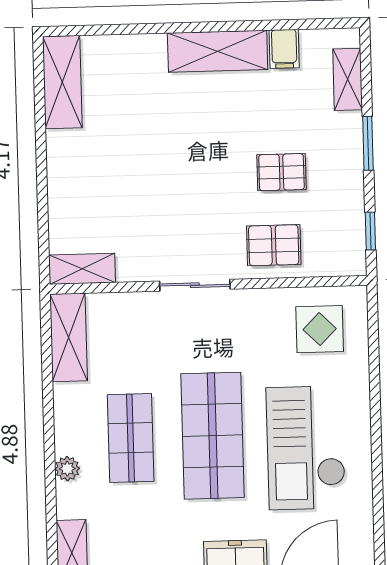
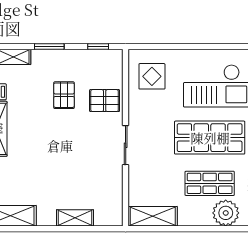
pallet: (274, 245) -> (105, 101), turned 90
shelving: (82, 269) -> (75, 218), moved, turned 90
plant: (67, 469) -> (226, 213), width x1.88, depth x1.88

